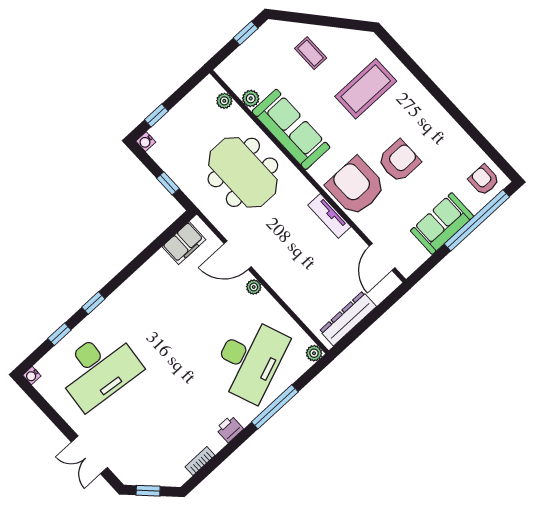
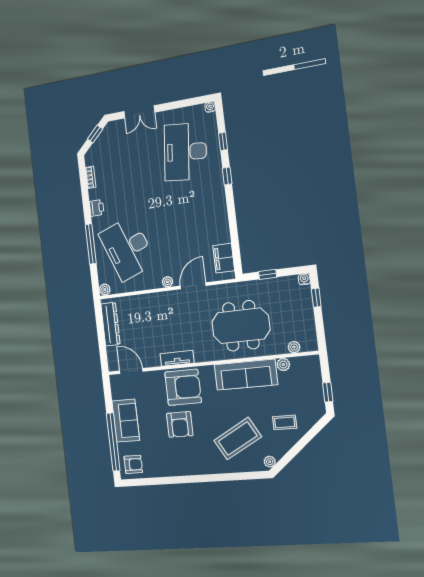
plant: (364, 38) -> (270, 462), added
coffee table: (366, 89) -> (238, 439), turned 61
double door: (89, 455) -> (139, 112), swing flipped

